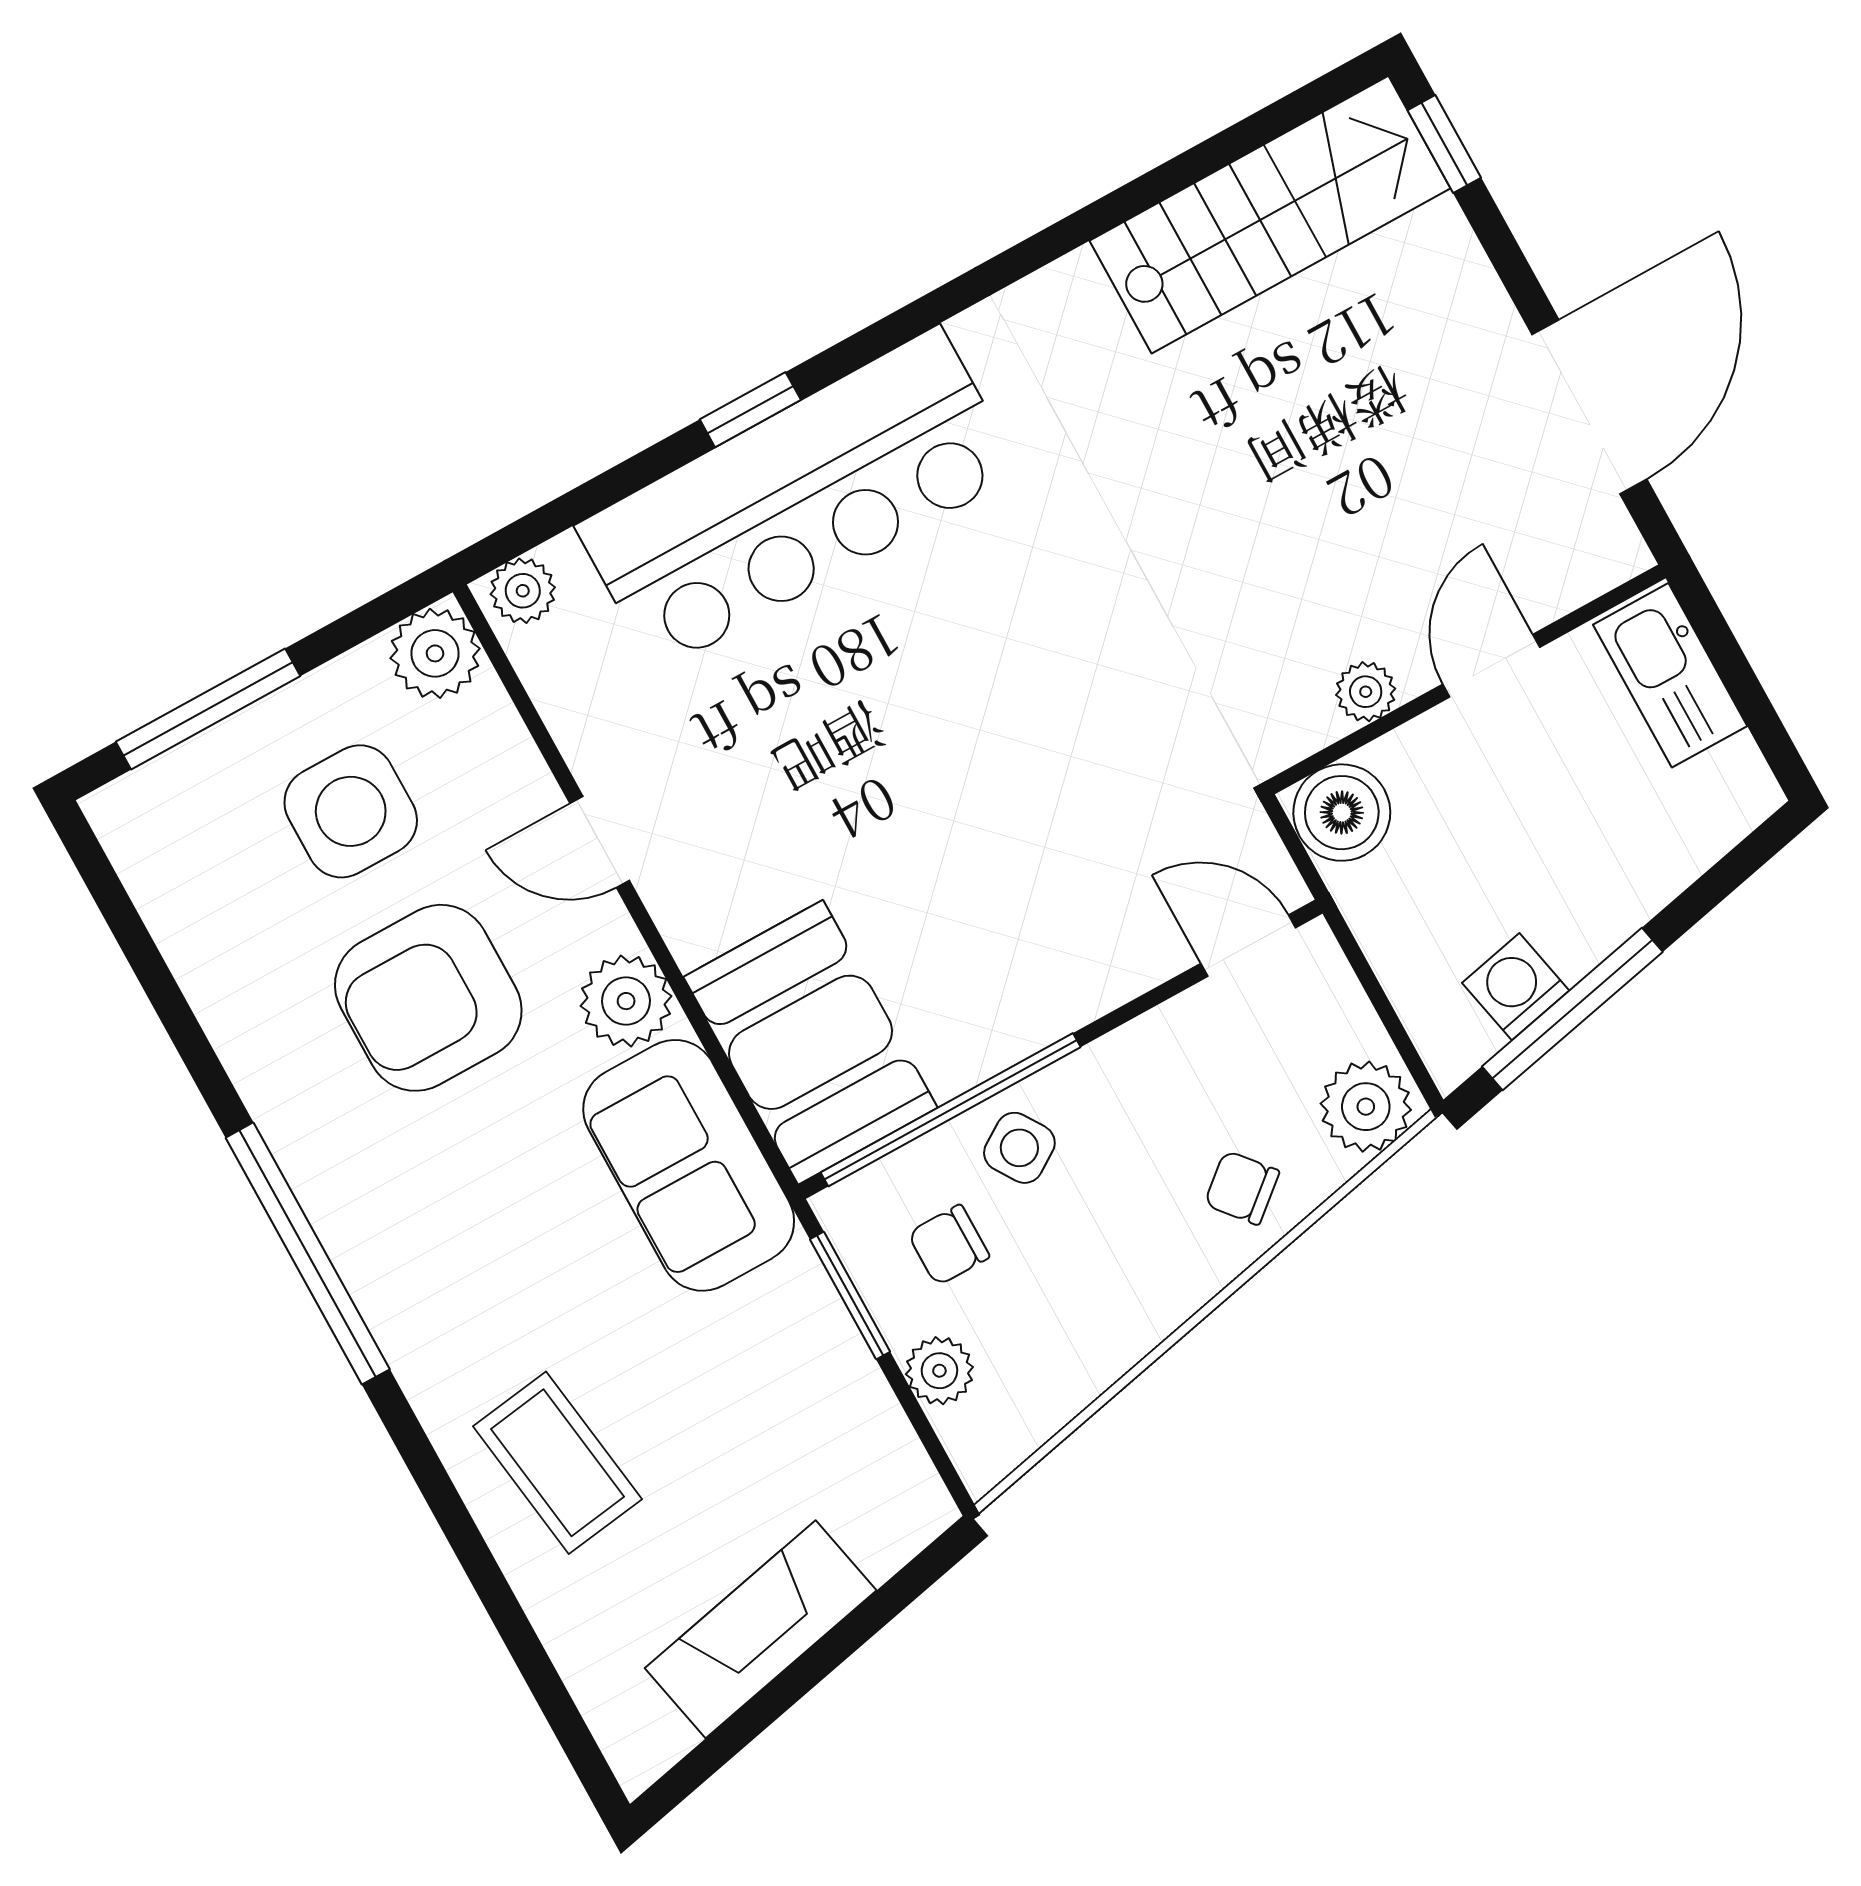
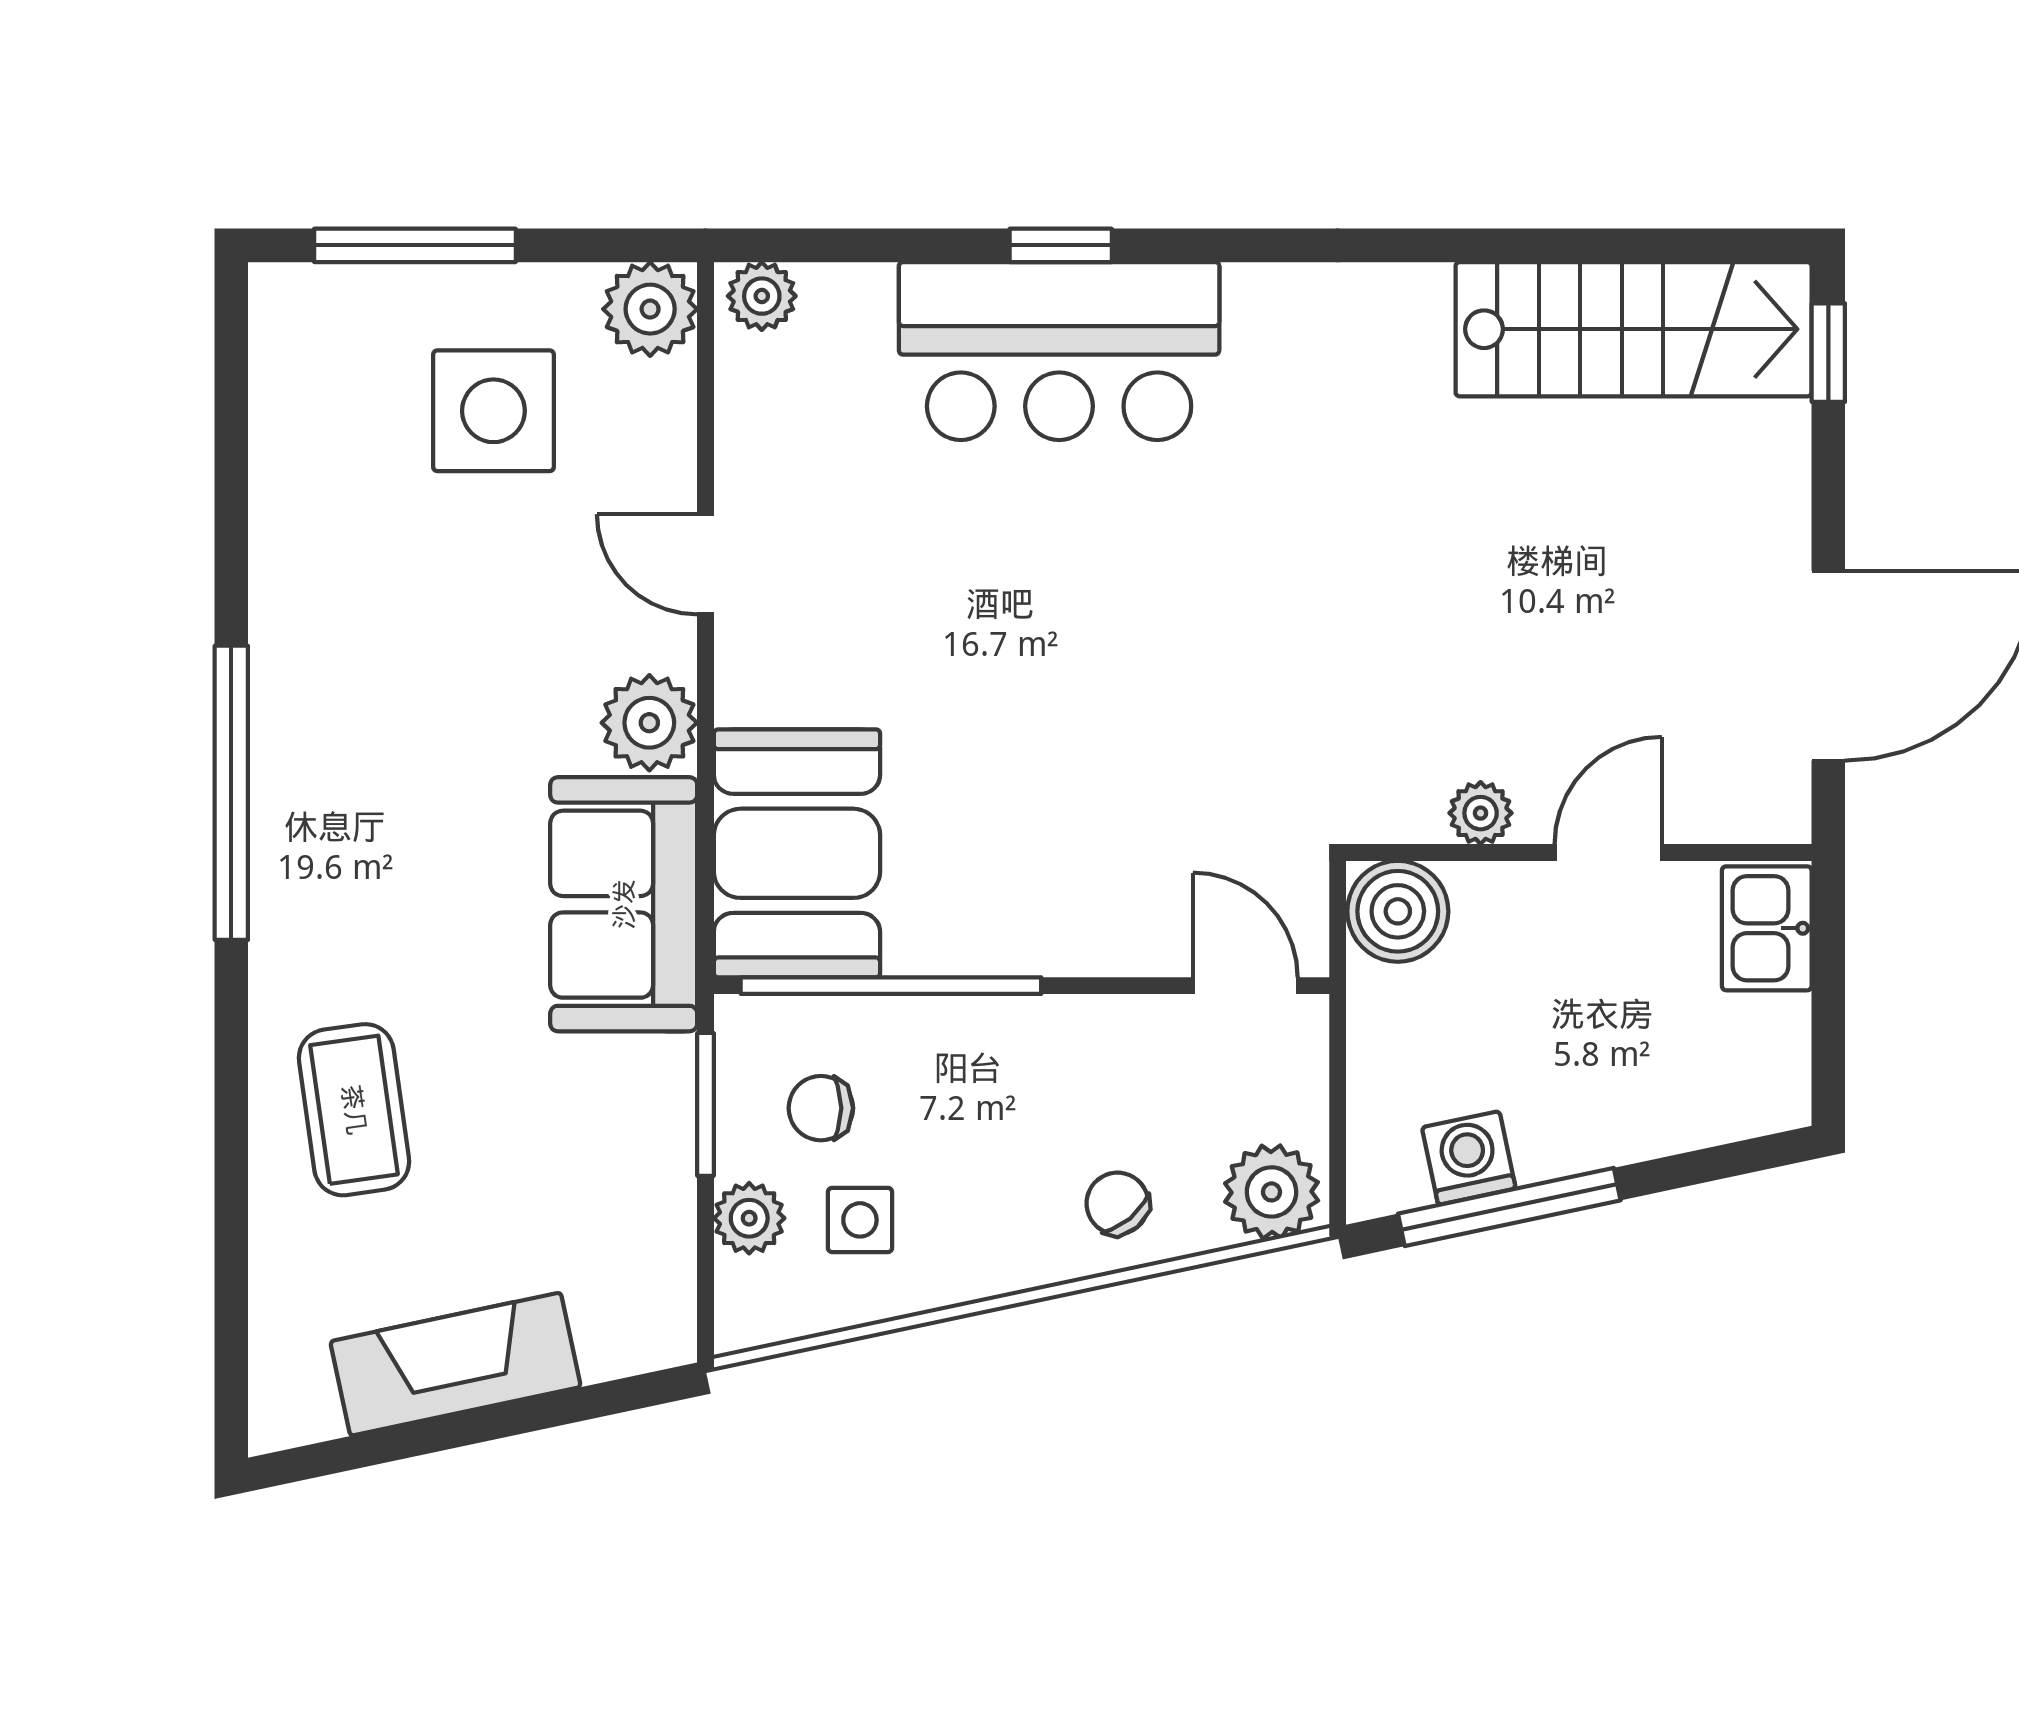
bar counter: (798, 499) -> (1059, 351), width x0.73
kitchen sink: (1670, 675) -> (1767, 928), width x0.73
armchair: (428, 998) -> (470, 620), removed
side table: (1019, 1148) -> (860, 1220), moved, turned 33

